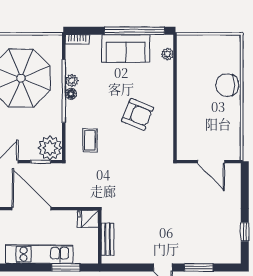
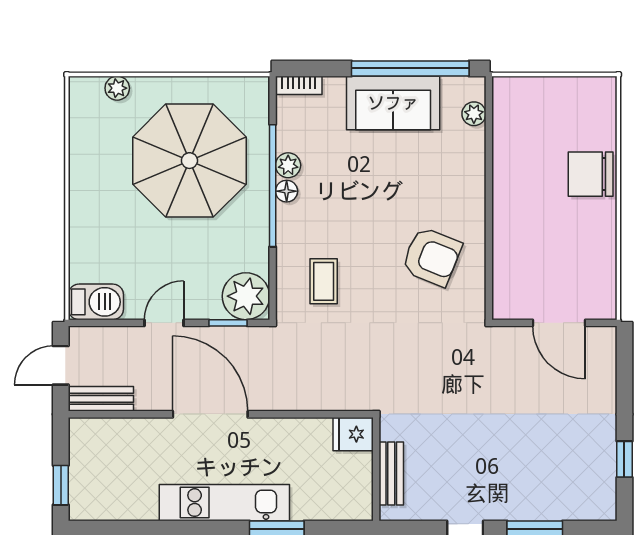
armchair: (138, 114) -> (432, 257), moved
fridge: (88, 219) -> (353, 434), moved
wall: (100, 237) -> (376, 469), moved
bench: (108, 239) -> (391, 474), moved

